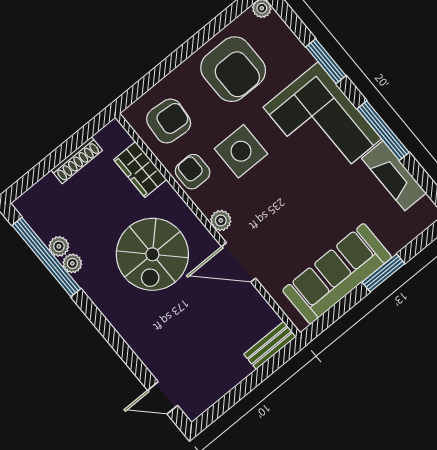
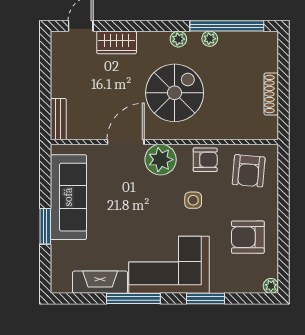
armchair: (233, 69) -> (248, 237), width x0.73, depth x0.73
side table: (241, 151) -> (193, 200), width x0.54, depth x0.54
wardrobe: (140, 169) -> (117, 42), moved, turned 180
plant: (221, 220) -> (161, 160), width x1.88, depth x1.88
plant: (59, 246) -> (178, 39), moved
spiral stairs: (152, 254) -> (175, 93), turned 90

